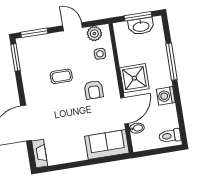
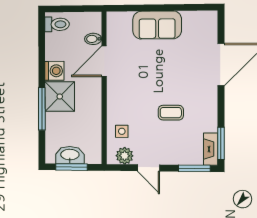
shower: (134, 78) -> (60, 97), moved
armchair: (94, 90) -> (136, 91), removed
sofa: (107, 145) -> (157, 25), moved
fireplace: (40, 153) -> (211, 149), moved

